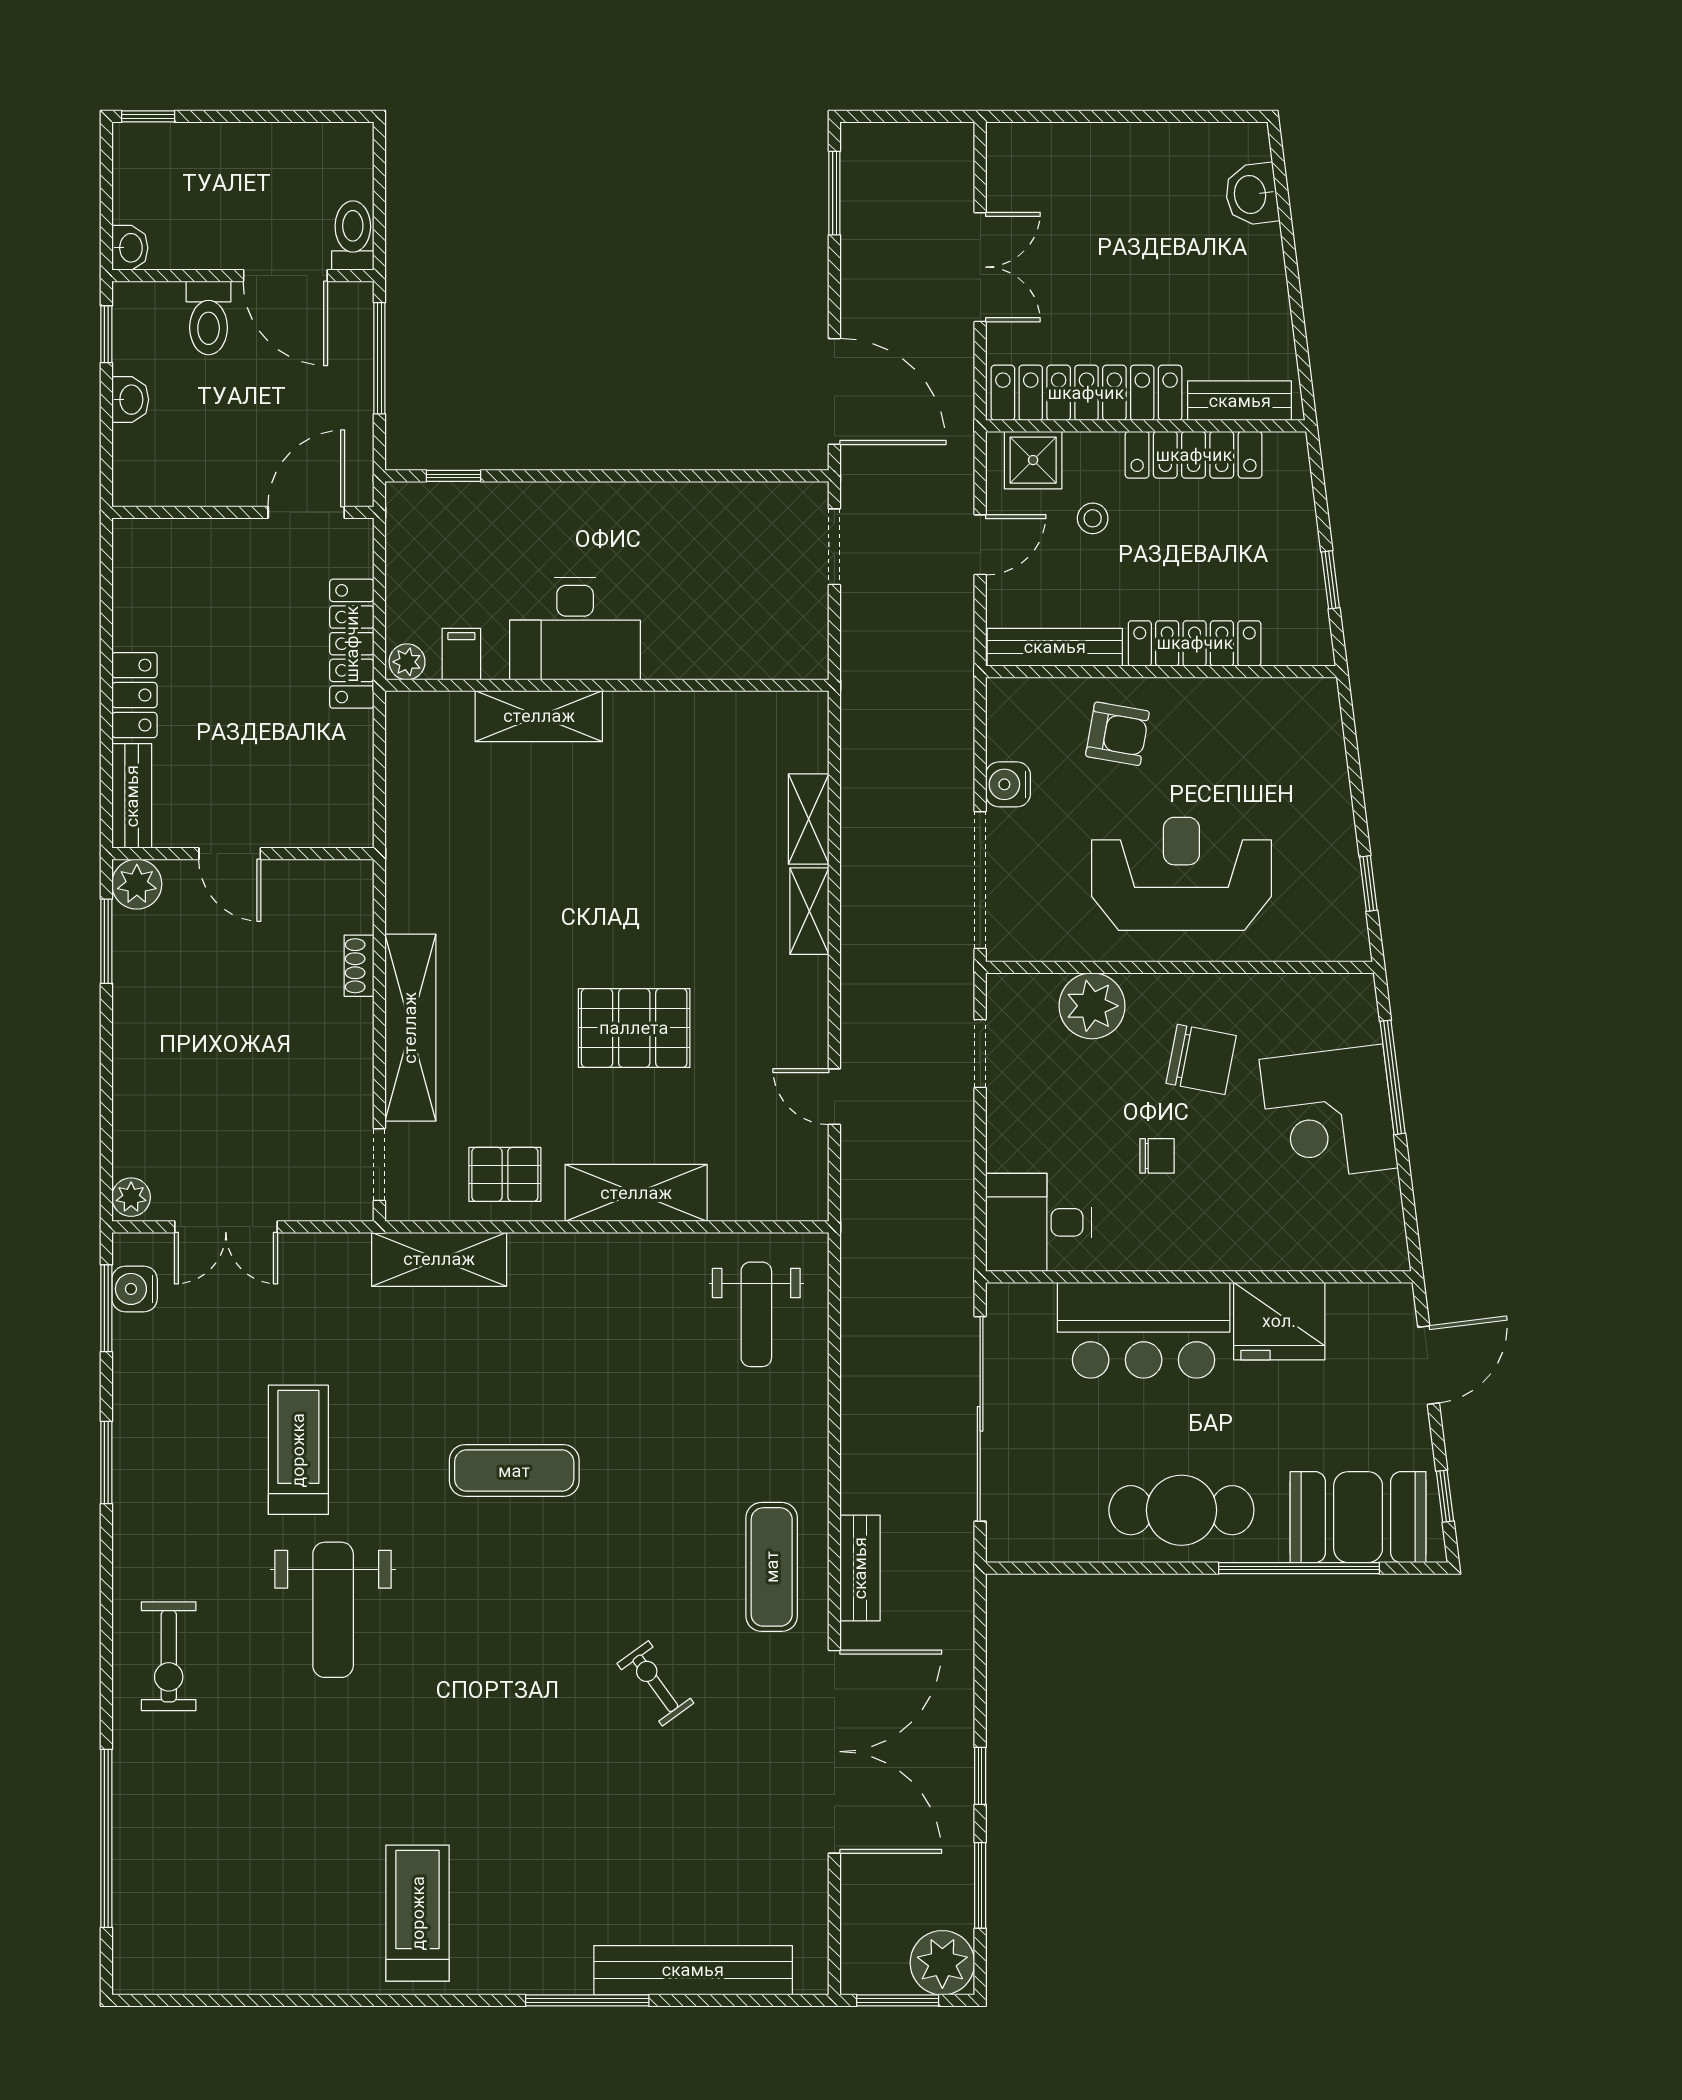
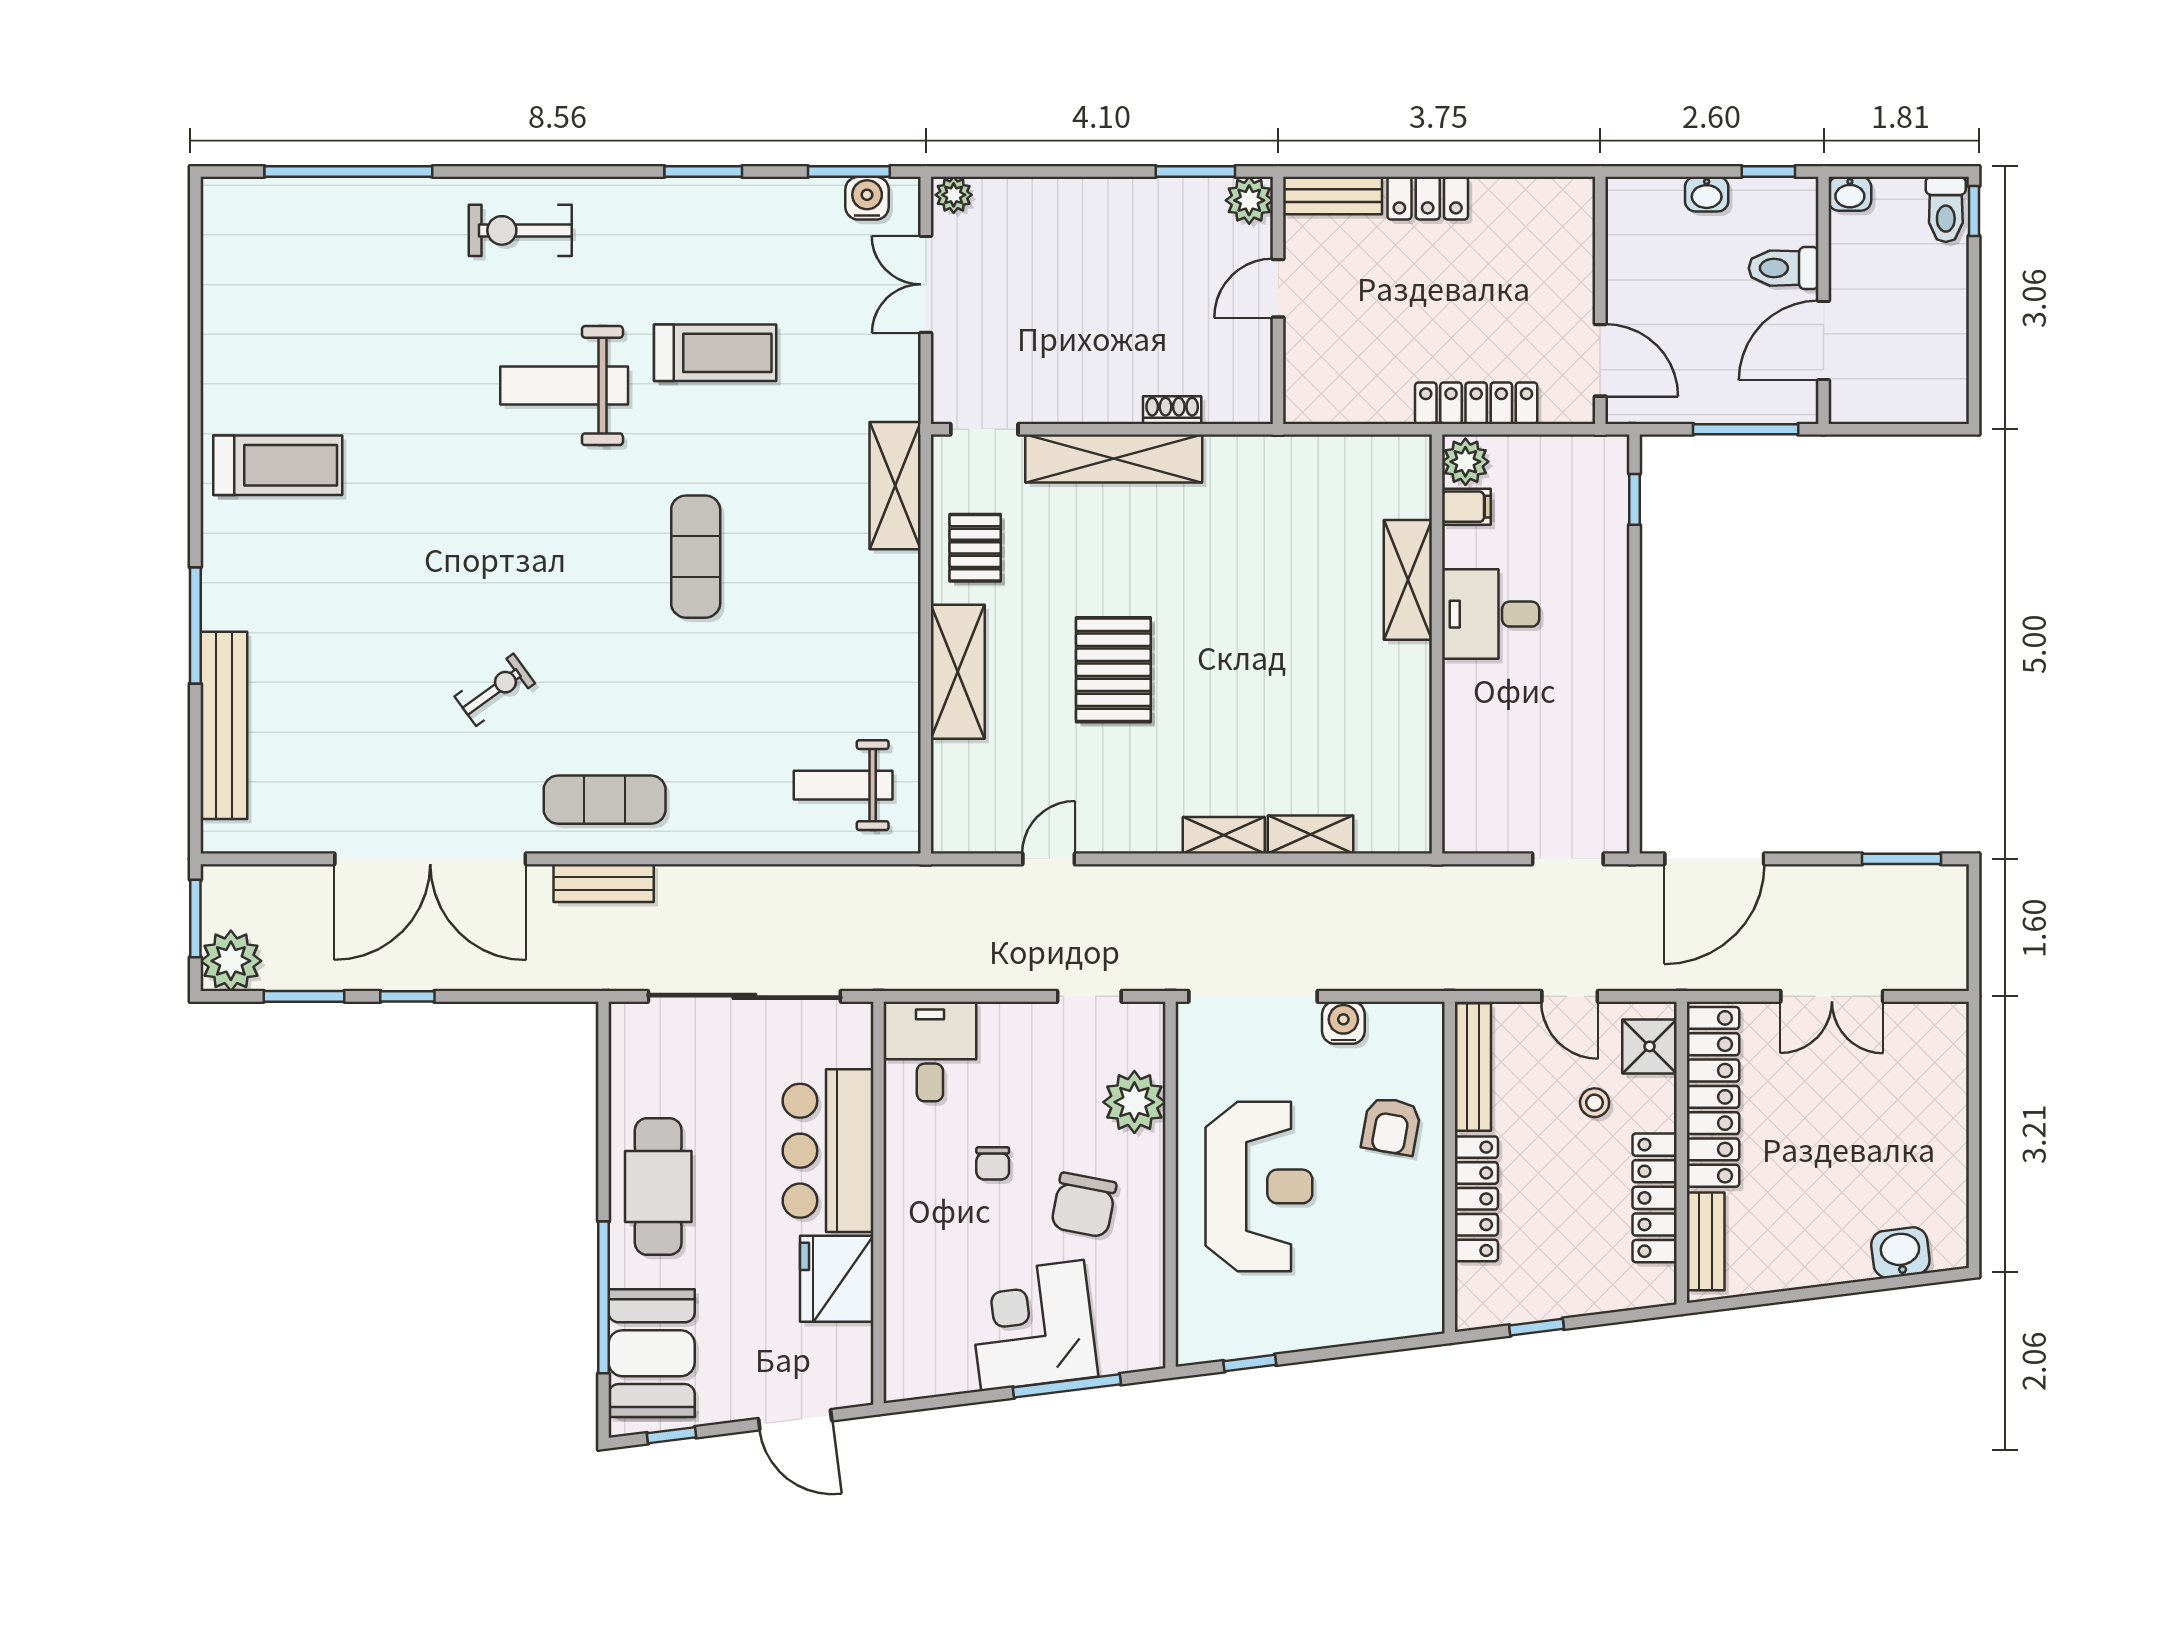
toilet: (353, 236) -> (1946, 209), moved, turned 90
desk: (575, 628) -> (1491, 614), width x0.73
plant: (407, 662) -> (1465, 462), width x1.38, depth x1.38

